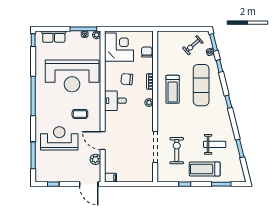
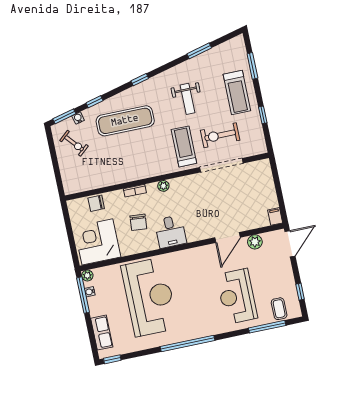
treadmill: (173, 89) -> (184, 146), moved, turned -90
coffee table: (80, 114) -> (279, 309), moved
weight bench: (215, 144) -> (187, 99), moved, turned 180

